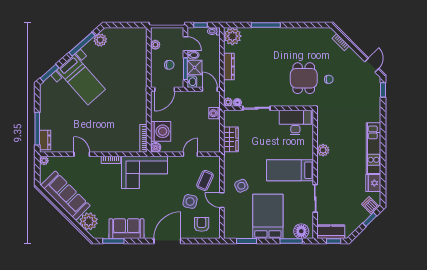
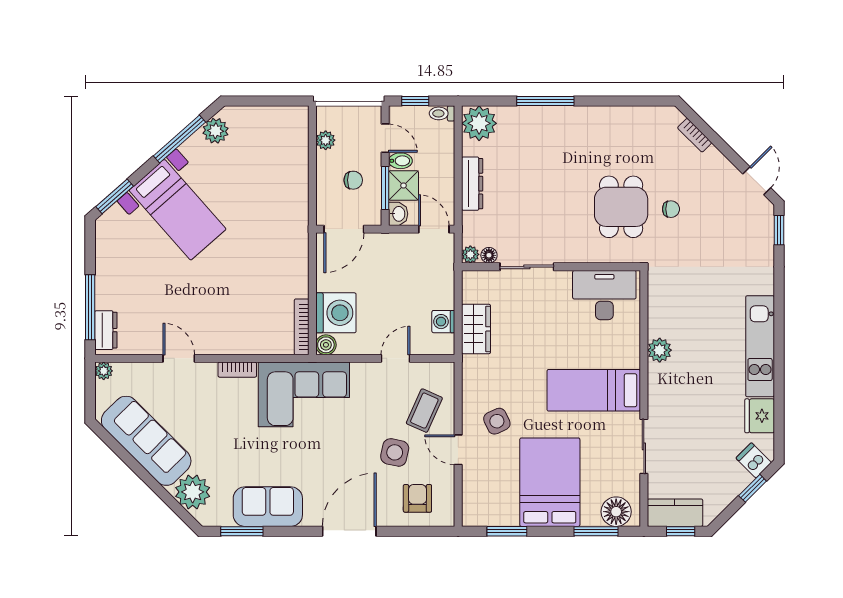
washing machine: (214, 113) -> (443, 322), moved

